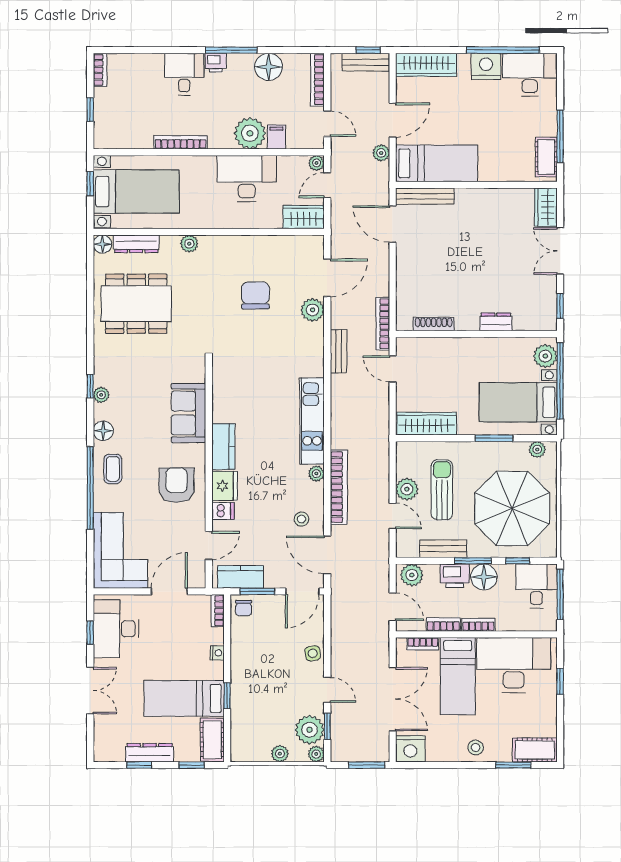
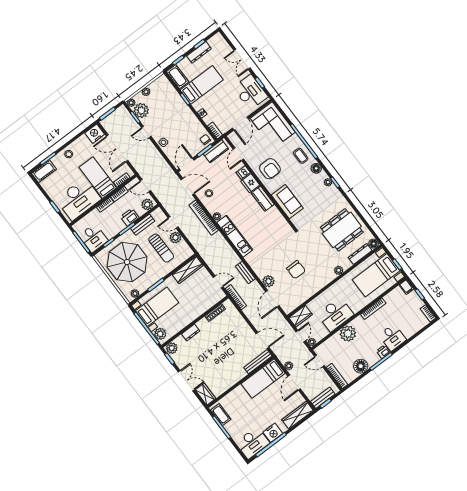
filing cabinet: (276, 137) -> (406, 287), moved
plant: (544, 320) -> (172, 348), added
floor lamp: (484, 577) -> (118, 226), removed

